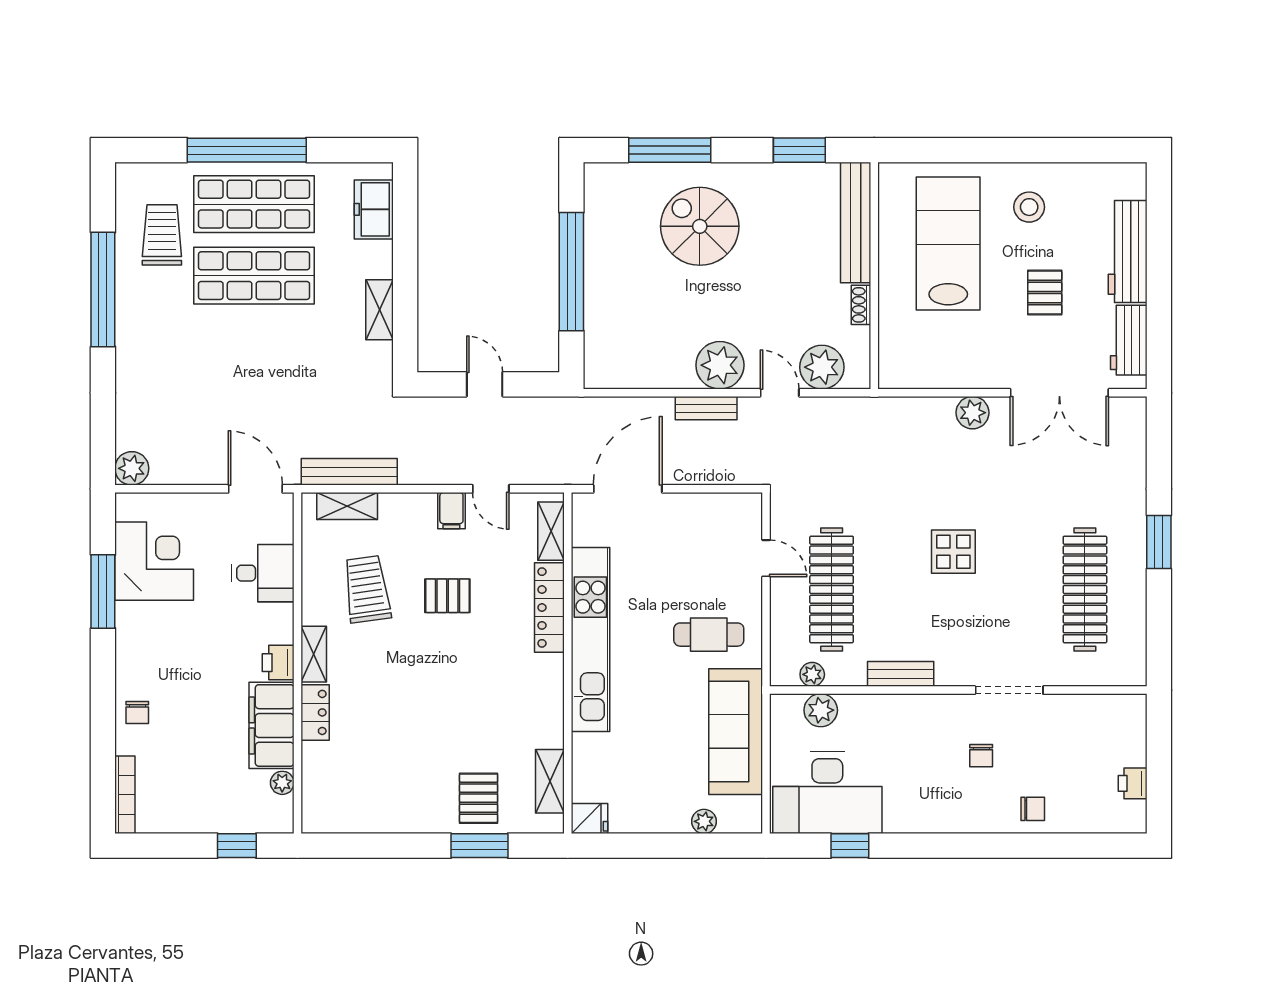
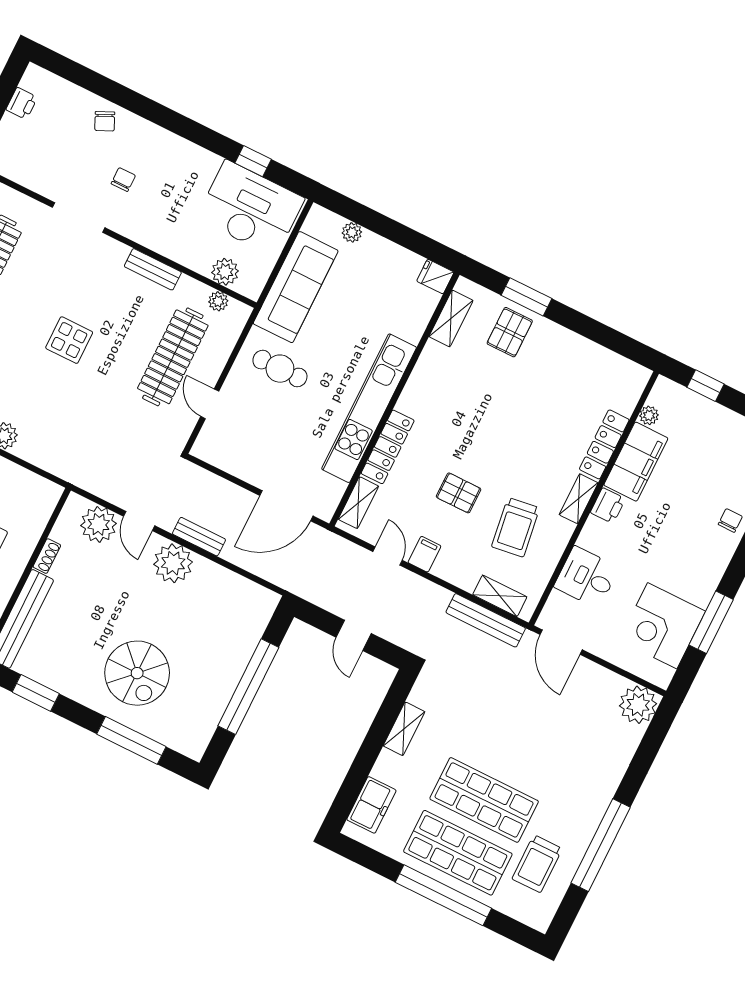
plant: (132, 468) -> (638, 705), width x1.36, depth x1.36
locker: (315, 712) -> (604, 444), width x1.53
chair: (1033, 809) -> (105, 121), turned -115

